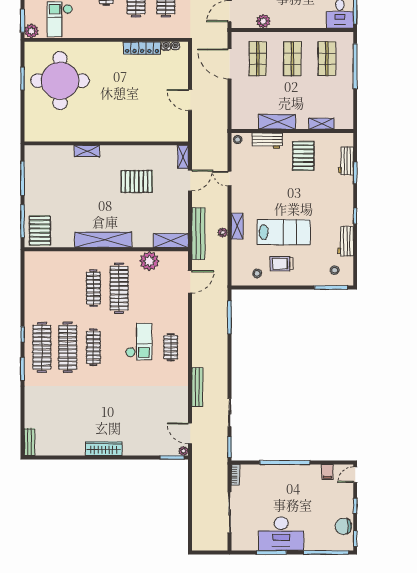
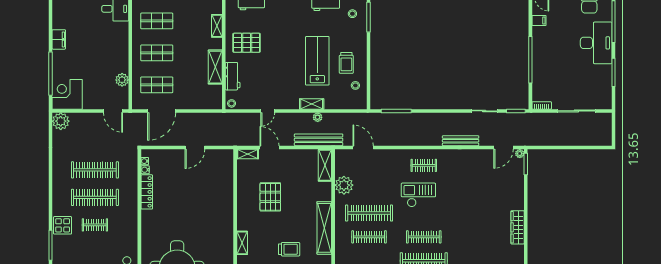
trolley: (80, 202) -> (289, 249), added
desk: (281, 534) -> (596, 43), moved

